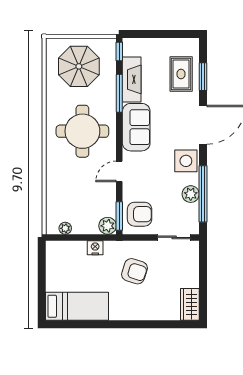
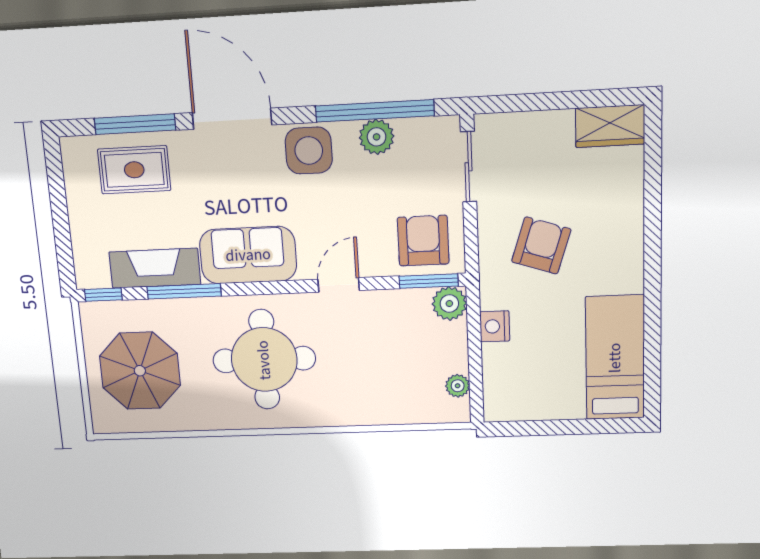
window: (203, 77) -> (135, 124), width x1.44
door: (119, 171) -> (339, 285), swing flipped

